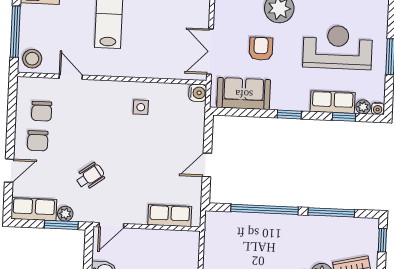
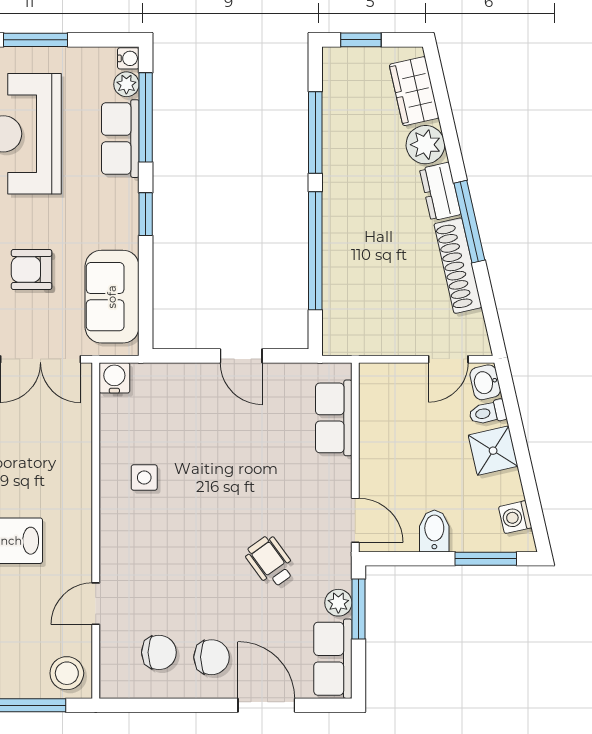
window: (344, 117) -> (146, 117), width x2.17
door: (9, 171) -> (266, 705), width x1.37

